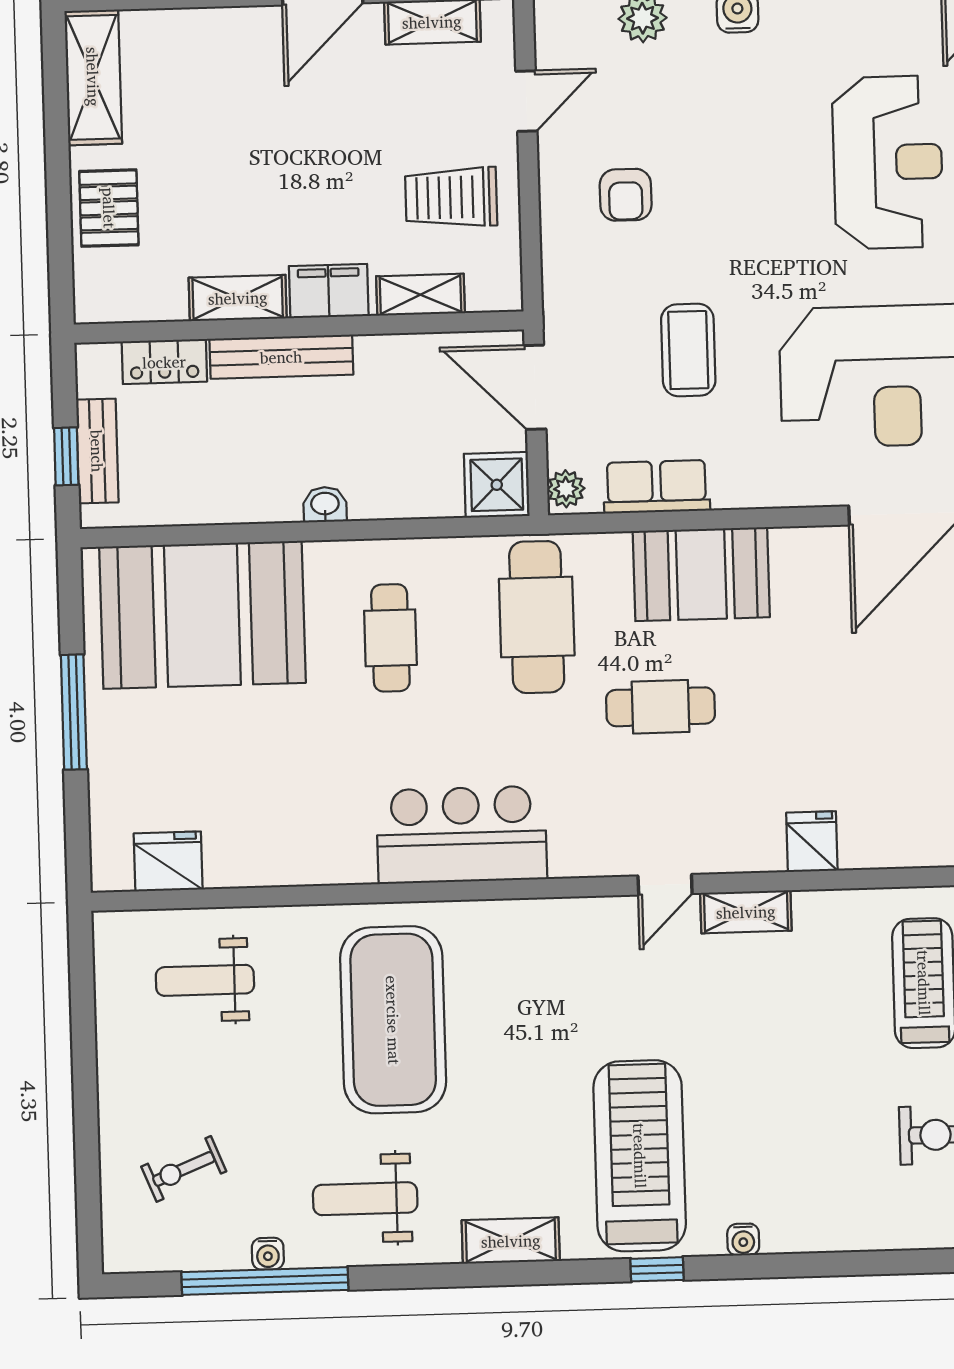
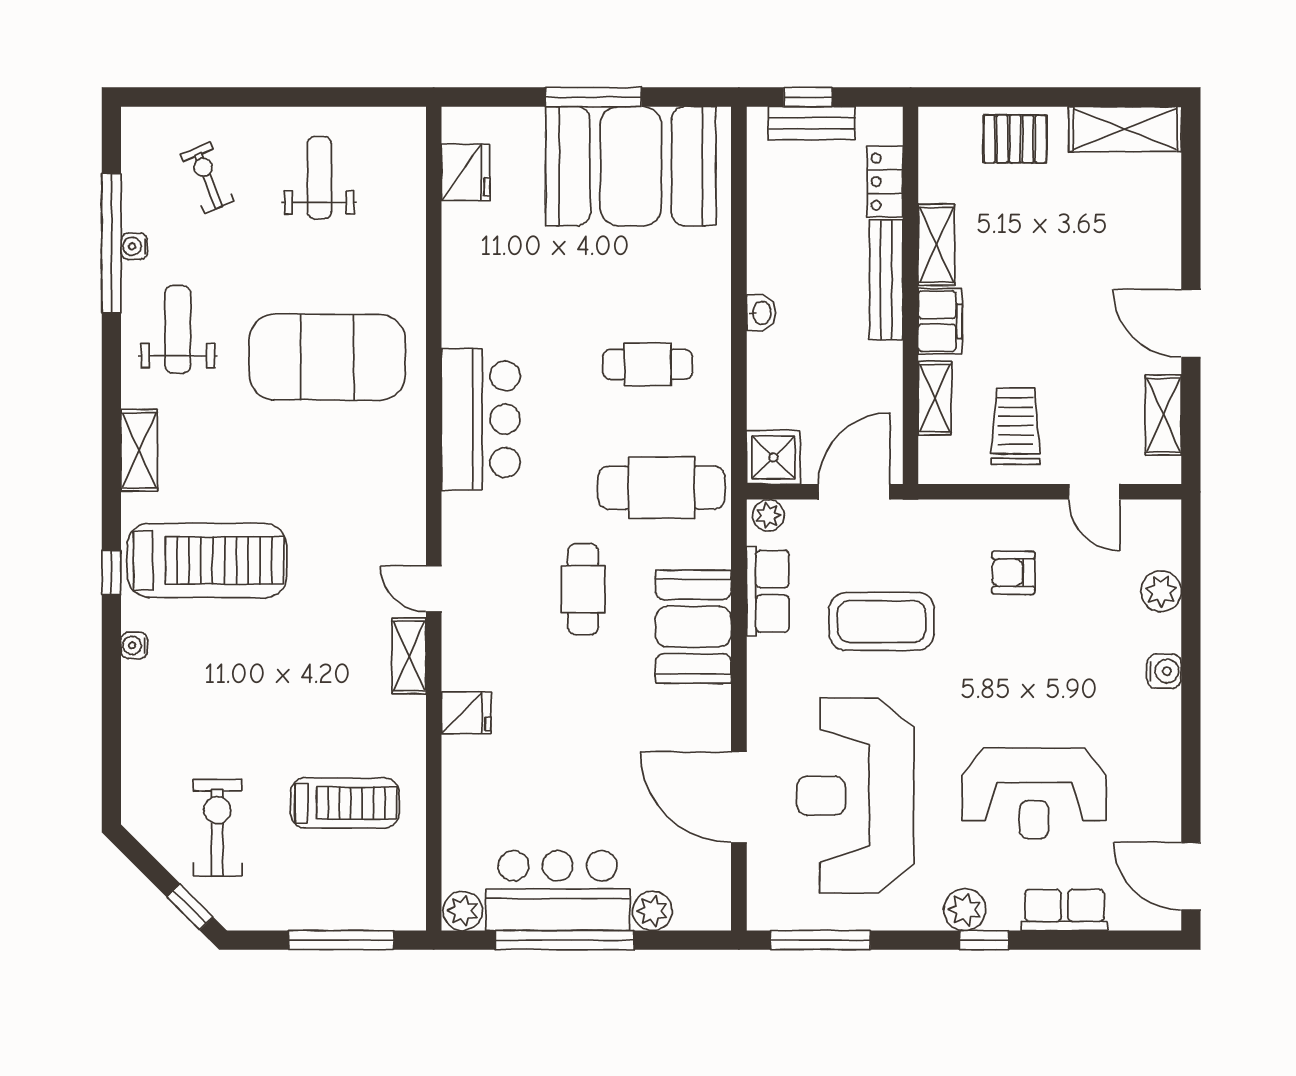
coffee table: (688, 350) -> (882, 621), width x1.36, depth x1.32
booth: (202, 615) -> (631, 166), moved, turned 90
weight bench: (205, 980) -> (319, 178), moved

